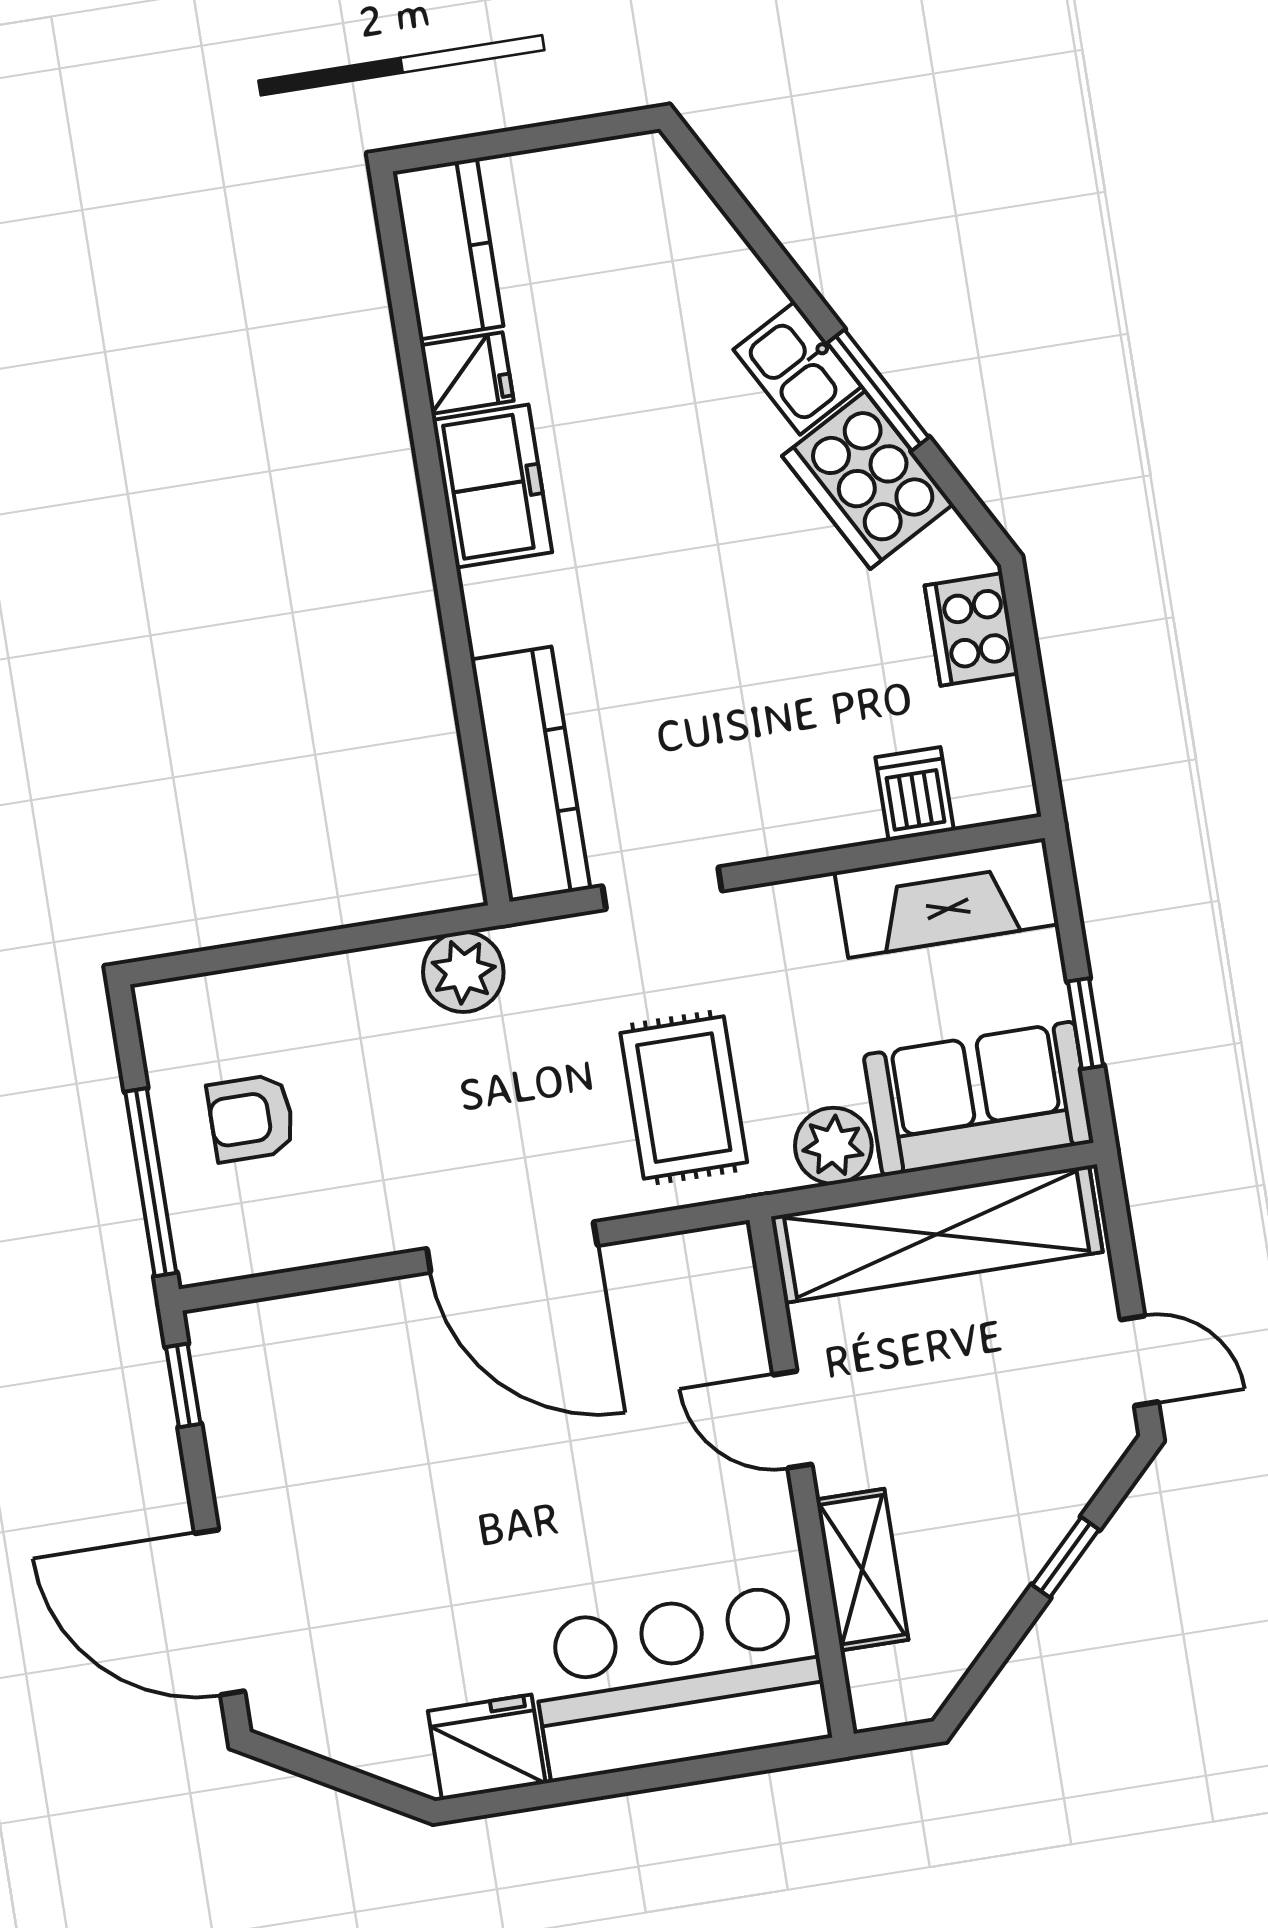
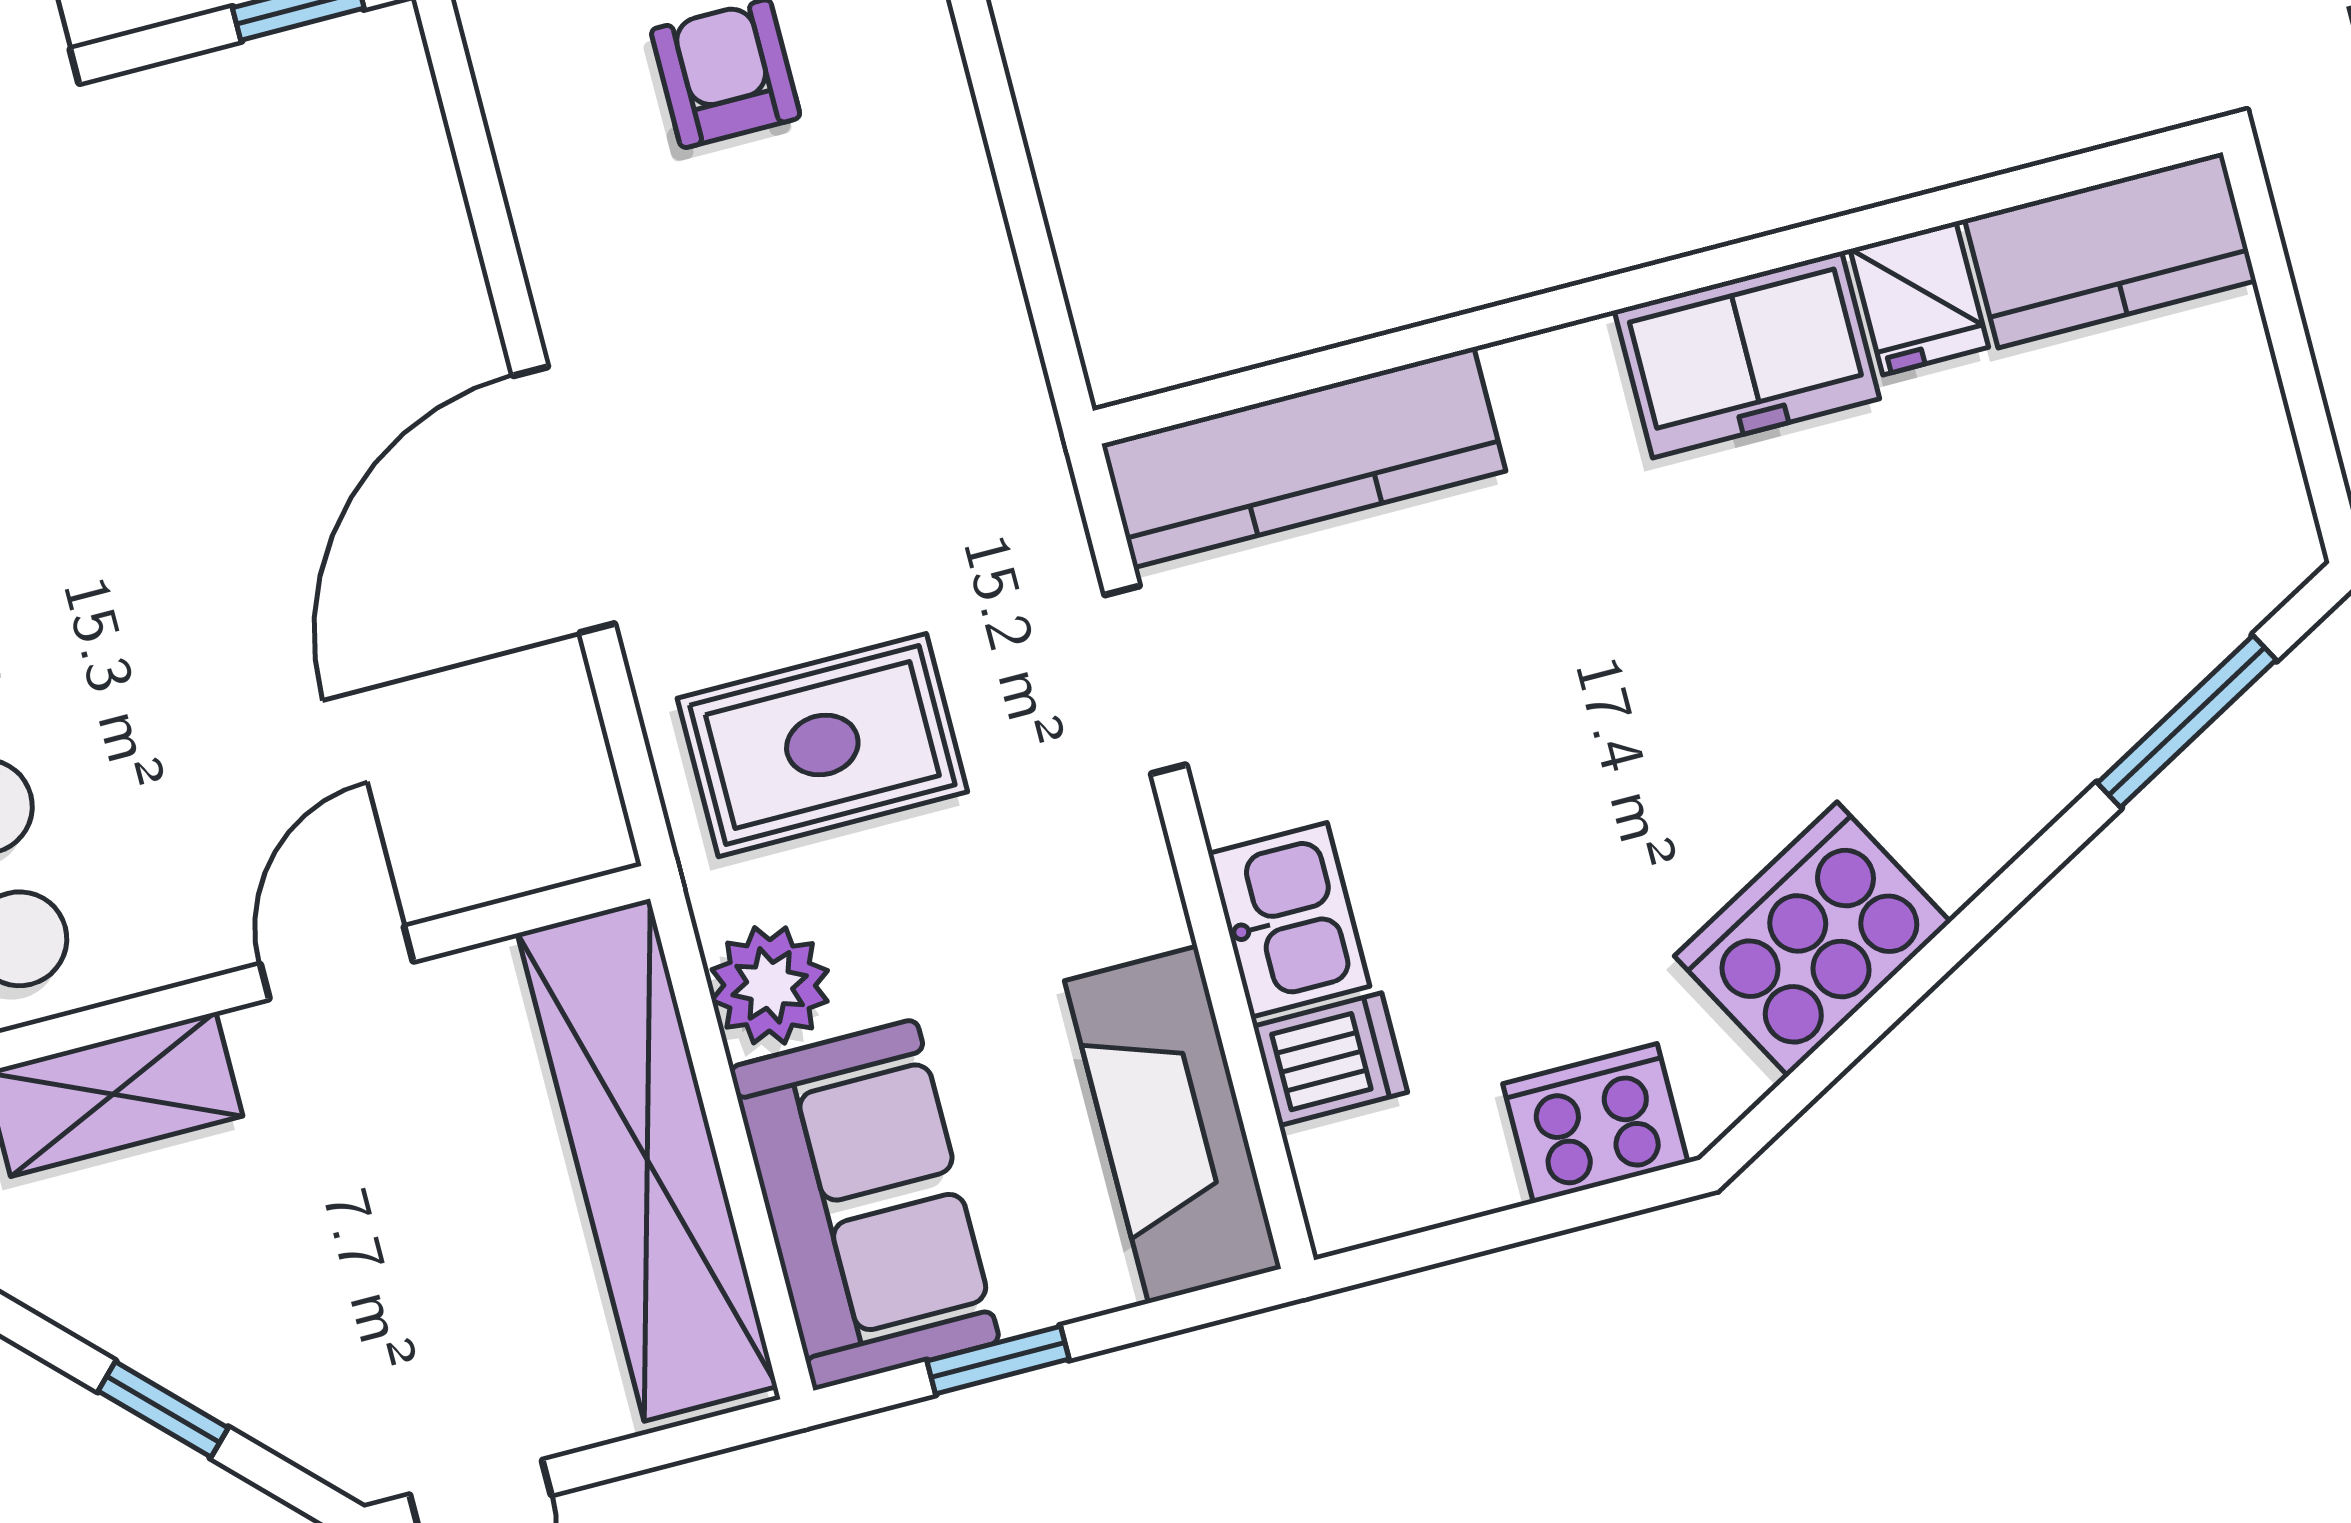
kitchen sink: (797, 368) -> (1289, 920), moved, turned 119
window: (878, 390) -> (2187, 721), moved
plant: (463, 972) -> (985, 382), removed

